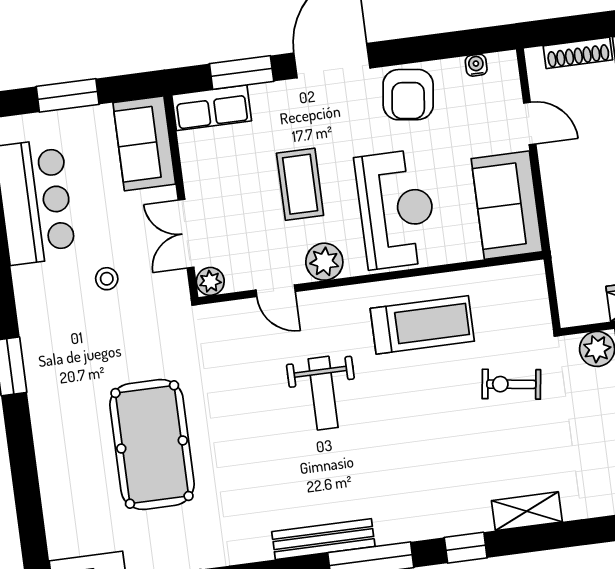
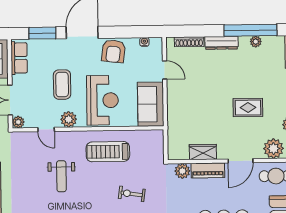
row of seats: (212, 108) -> (19, 58), moved, turned -90
treadmill: (422, 325) -> (108, 152), turned 180
exercise bike: (511, 384) -> (132, 194), moved

